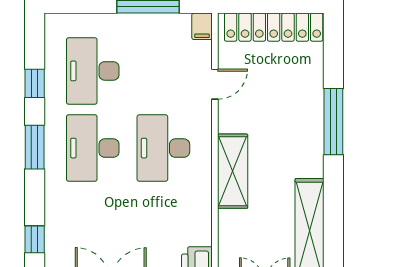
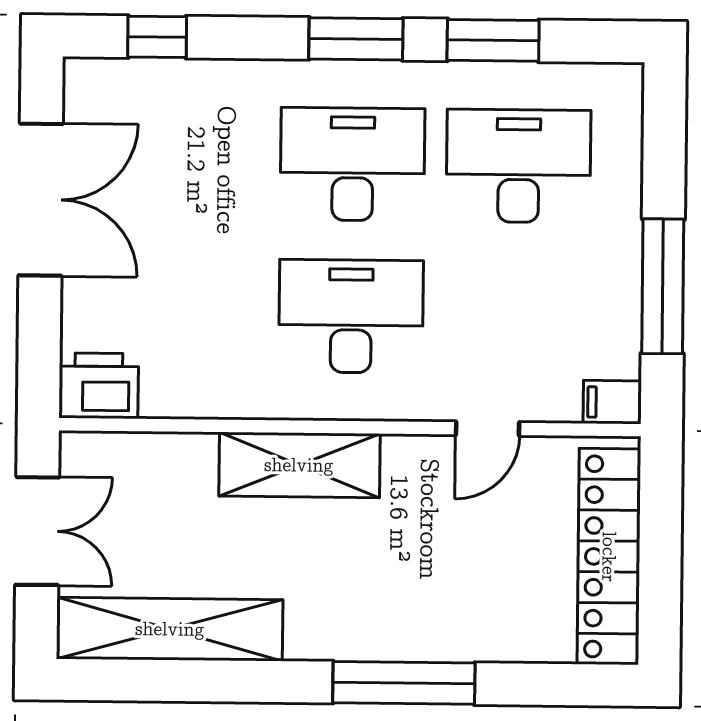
window: (35, 83) -> (493, 40), width x1.50
door: (215, 84) -> (488, 429), hinge flipped

